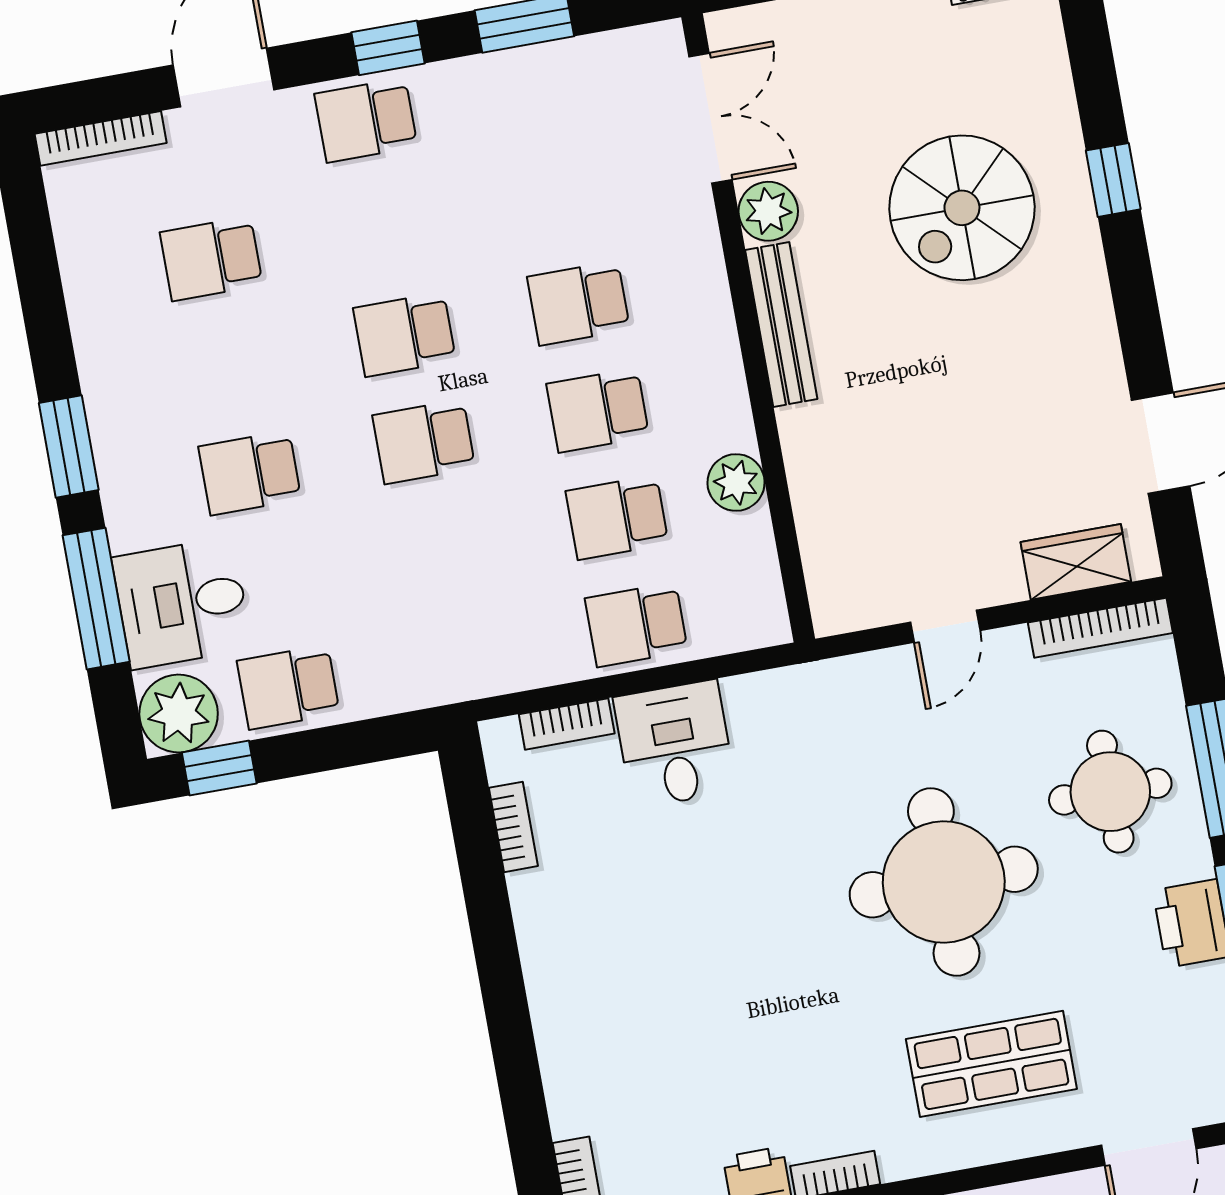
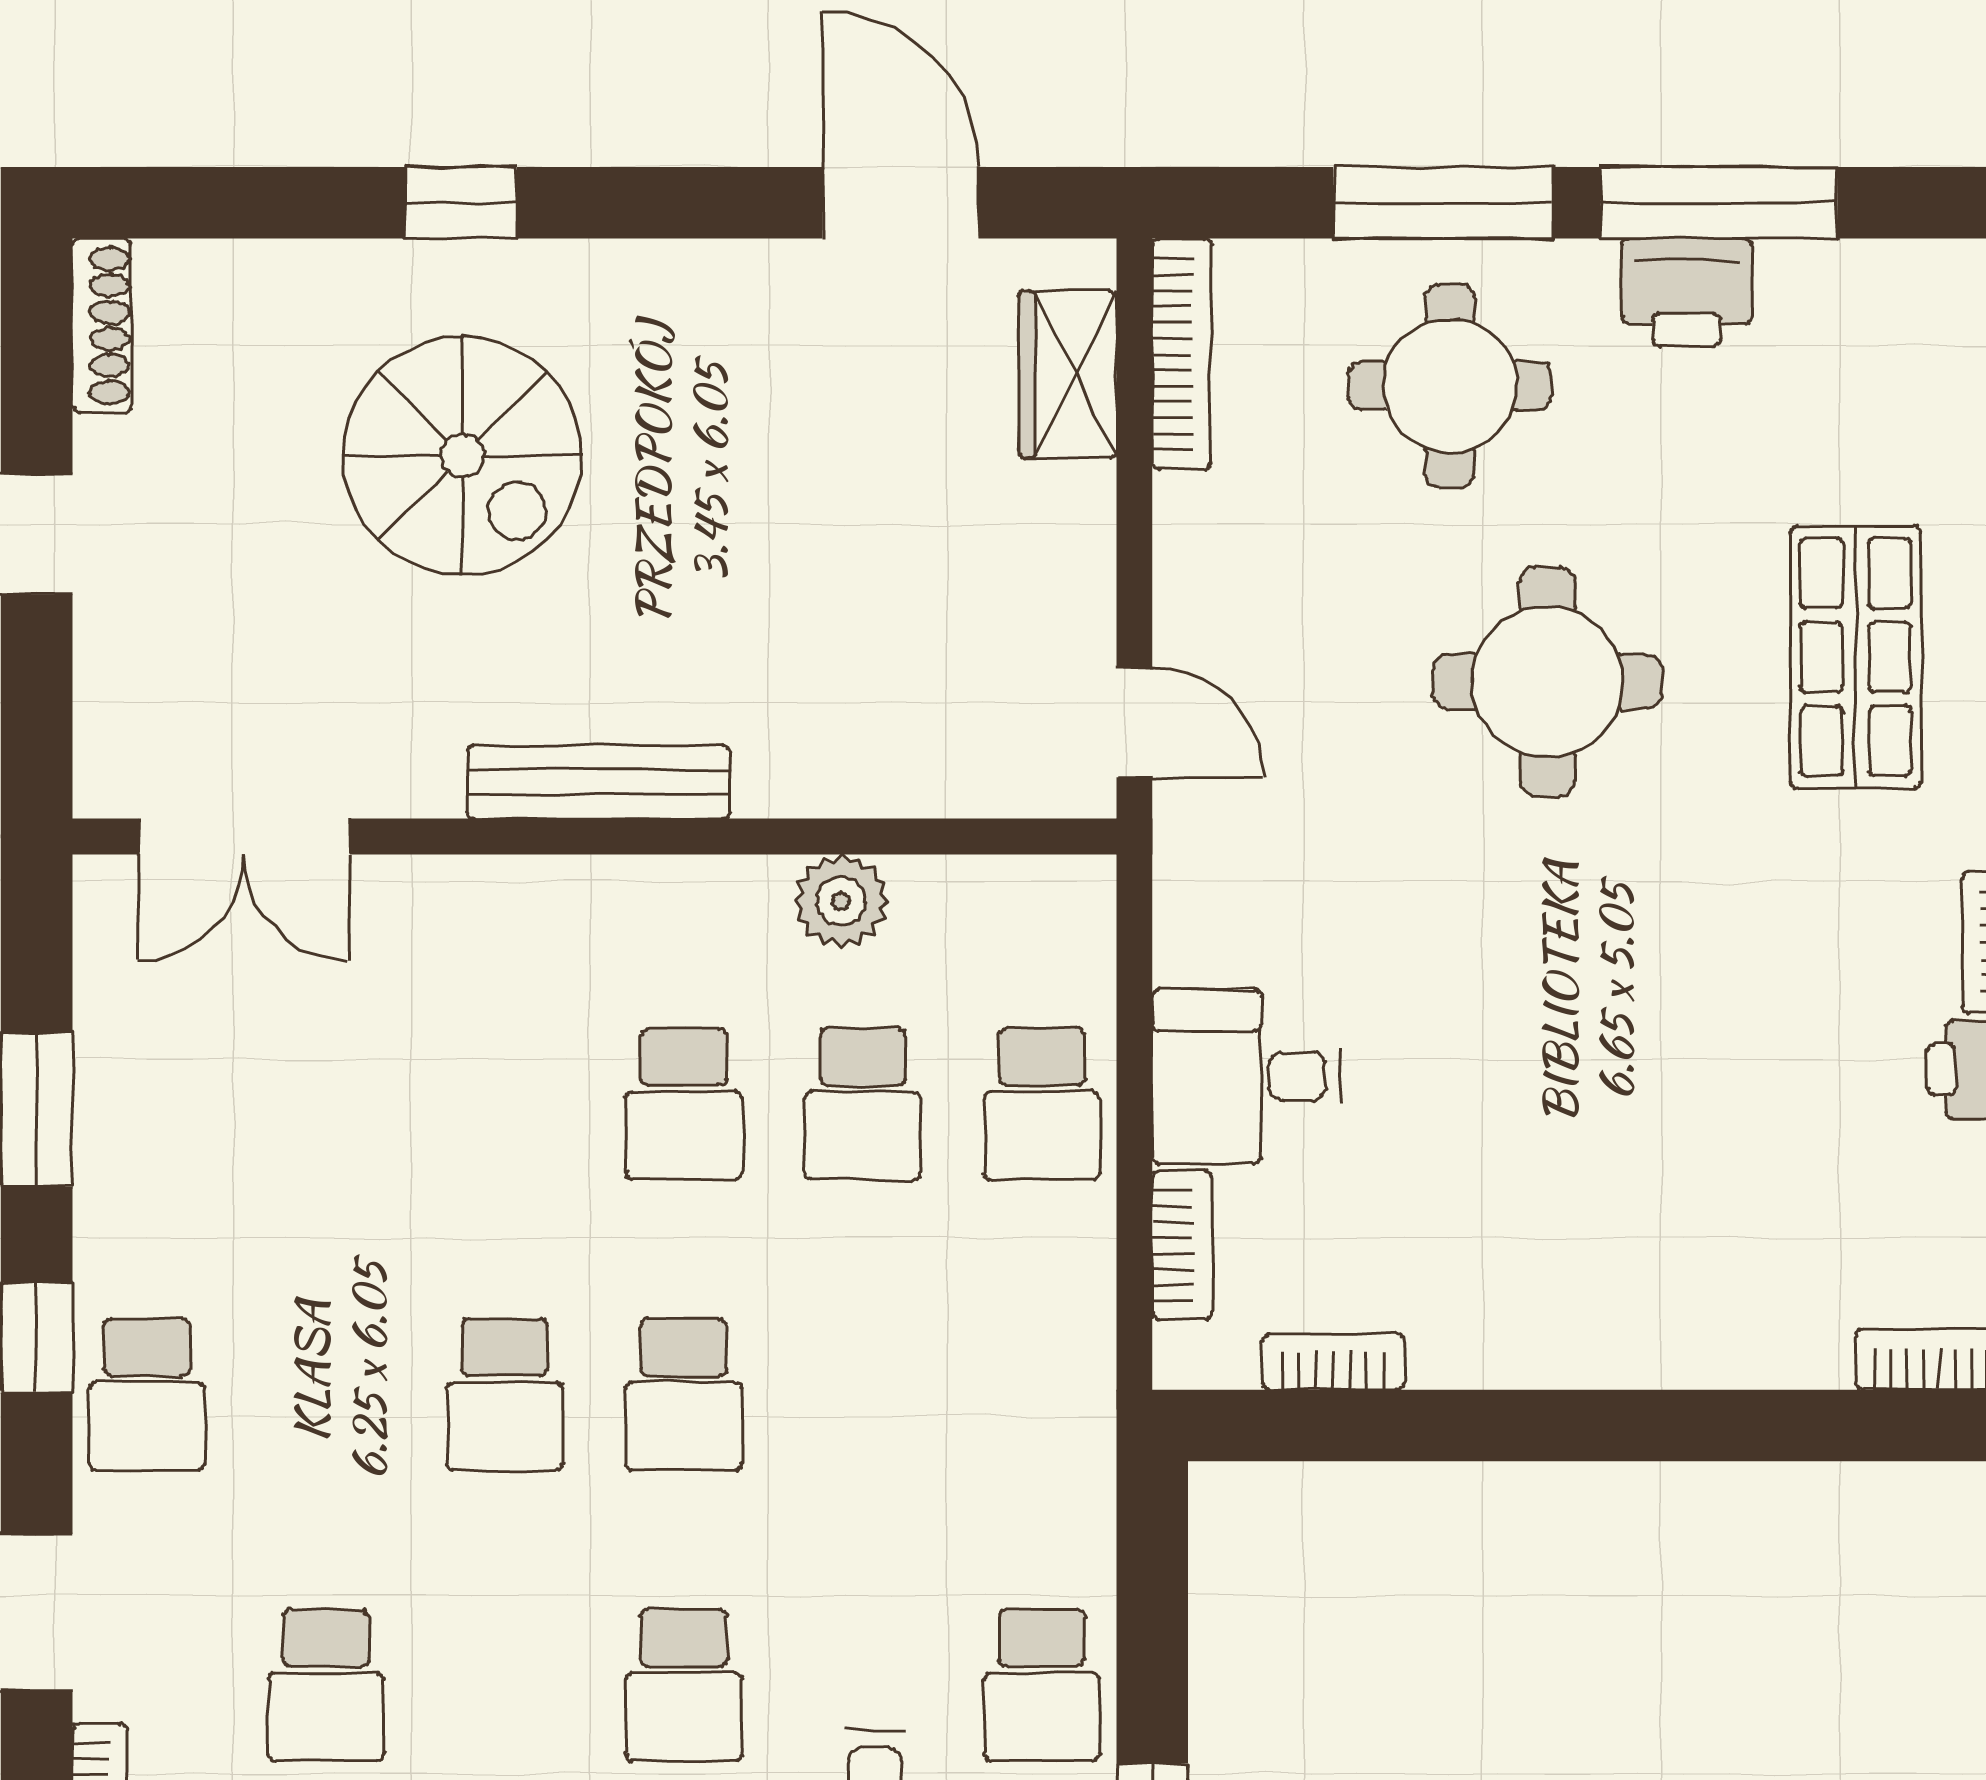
double door: (710, 118) -> (244, 836), swing flipped
plant: (768, 211) -> (411, 770), removed
school desk: (578, 303) -> (505, 1104), removed
door: (945, 626) -> (1134, 722), moved
round table: (944, 882) -> (1548, 681), width x0.73, depth x0.73

